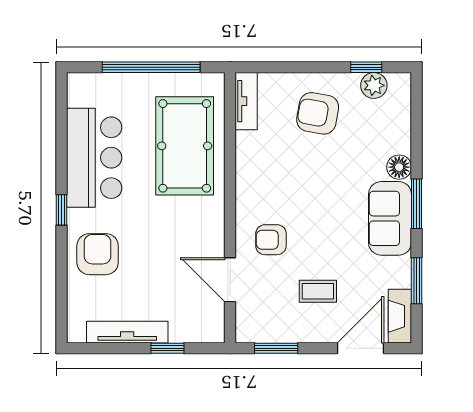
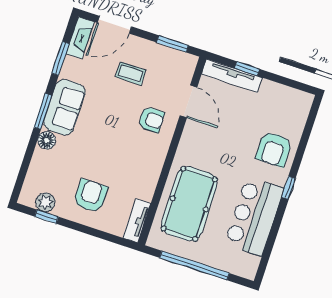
armchair: (318, 113) -> (90, 196), turned -100
tv unit: (127, 332) -> (232, 76), moved

